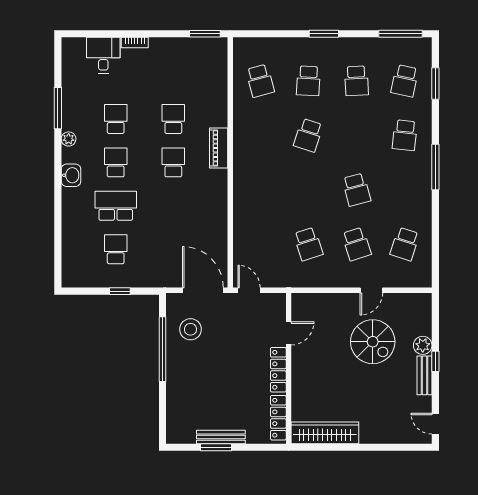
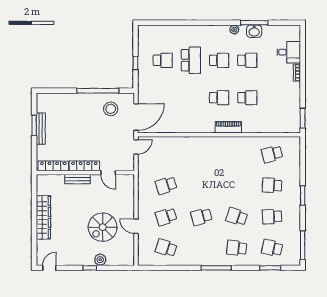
school desk: (308, 135) -> (237, 217), moved
washbasin: (71, 175) -> (254, 31), moved
bench: (424, 375) -> (78, 179), moved
wardrobe: (325, 433) -> (43, 217), moved

